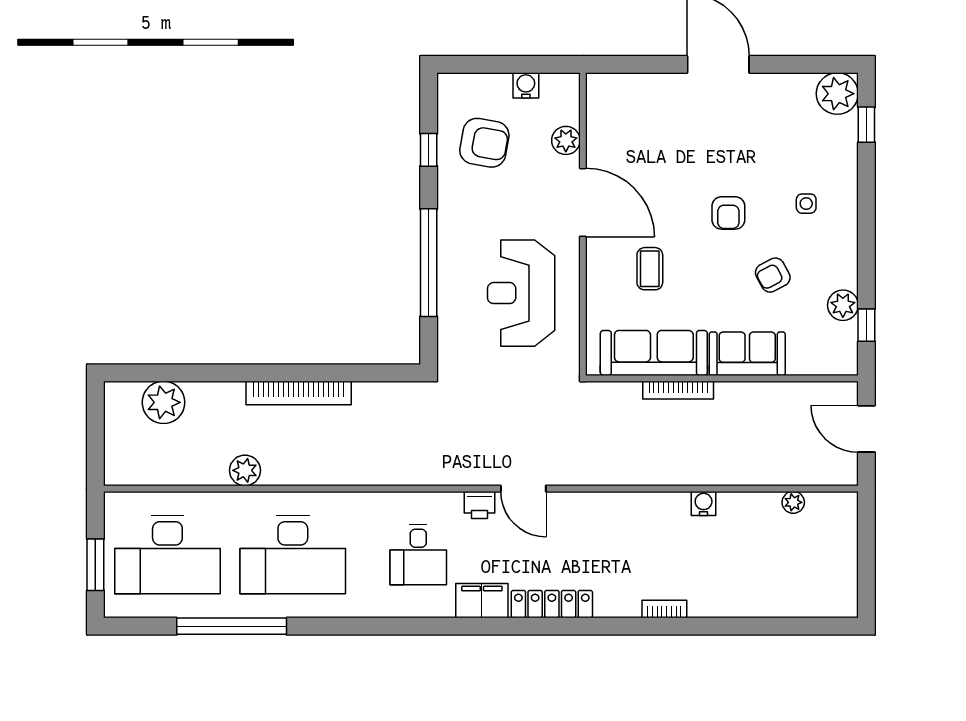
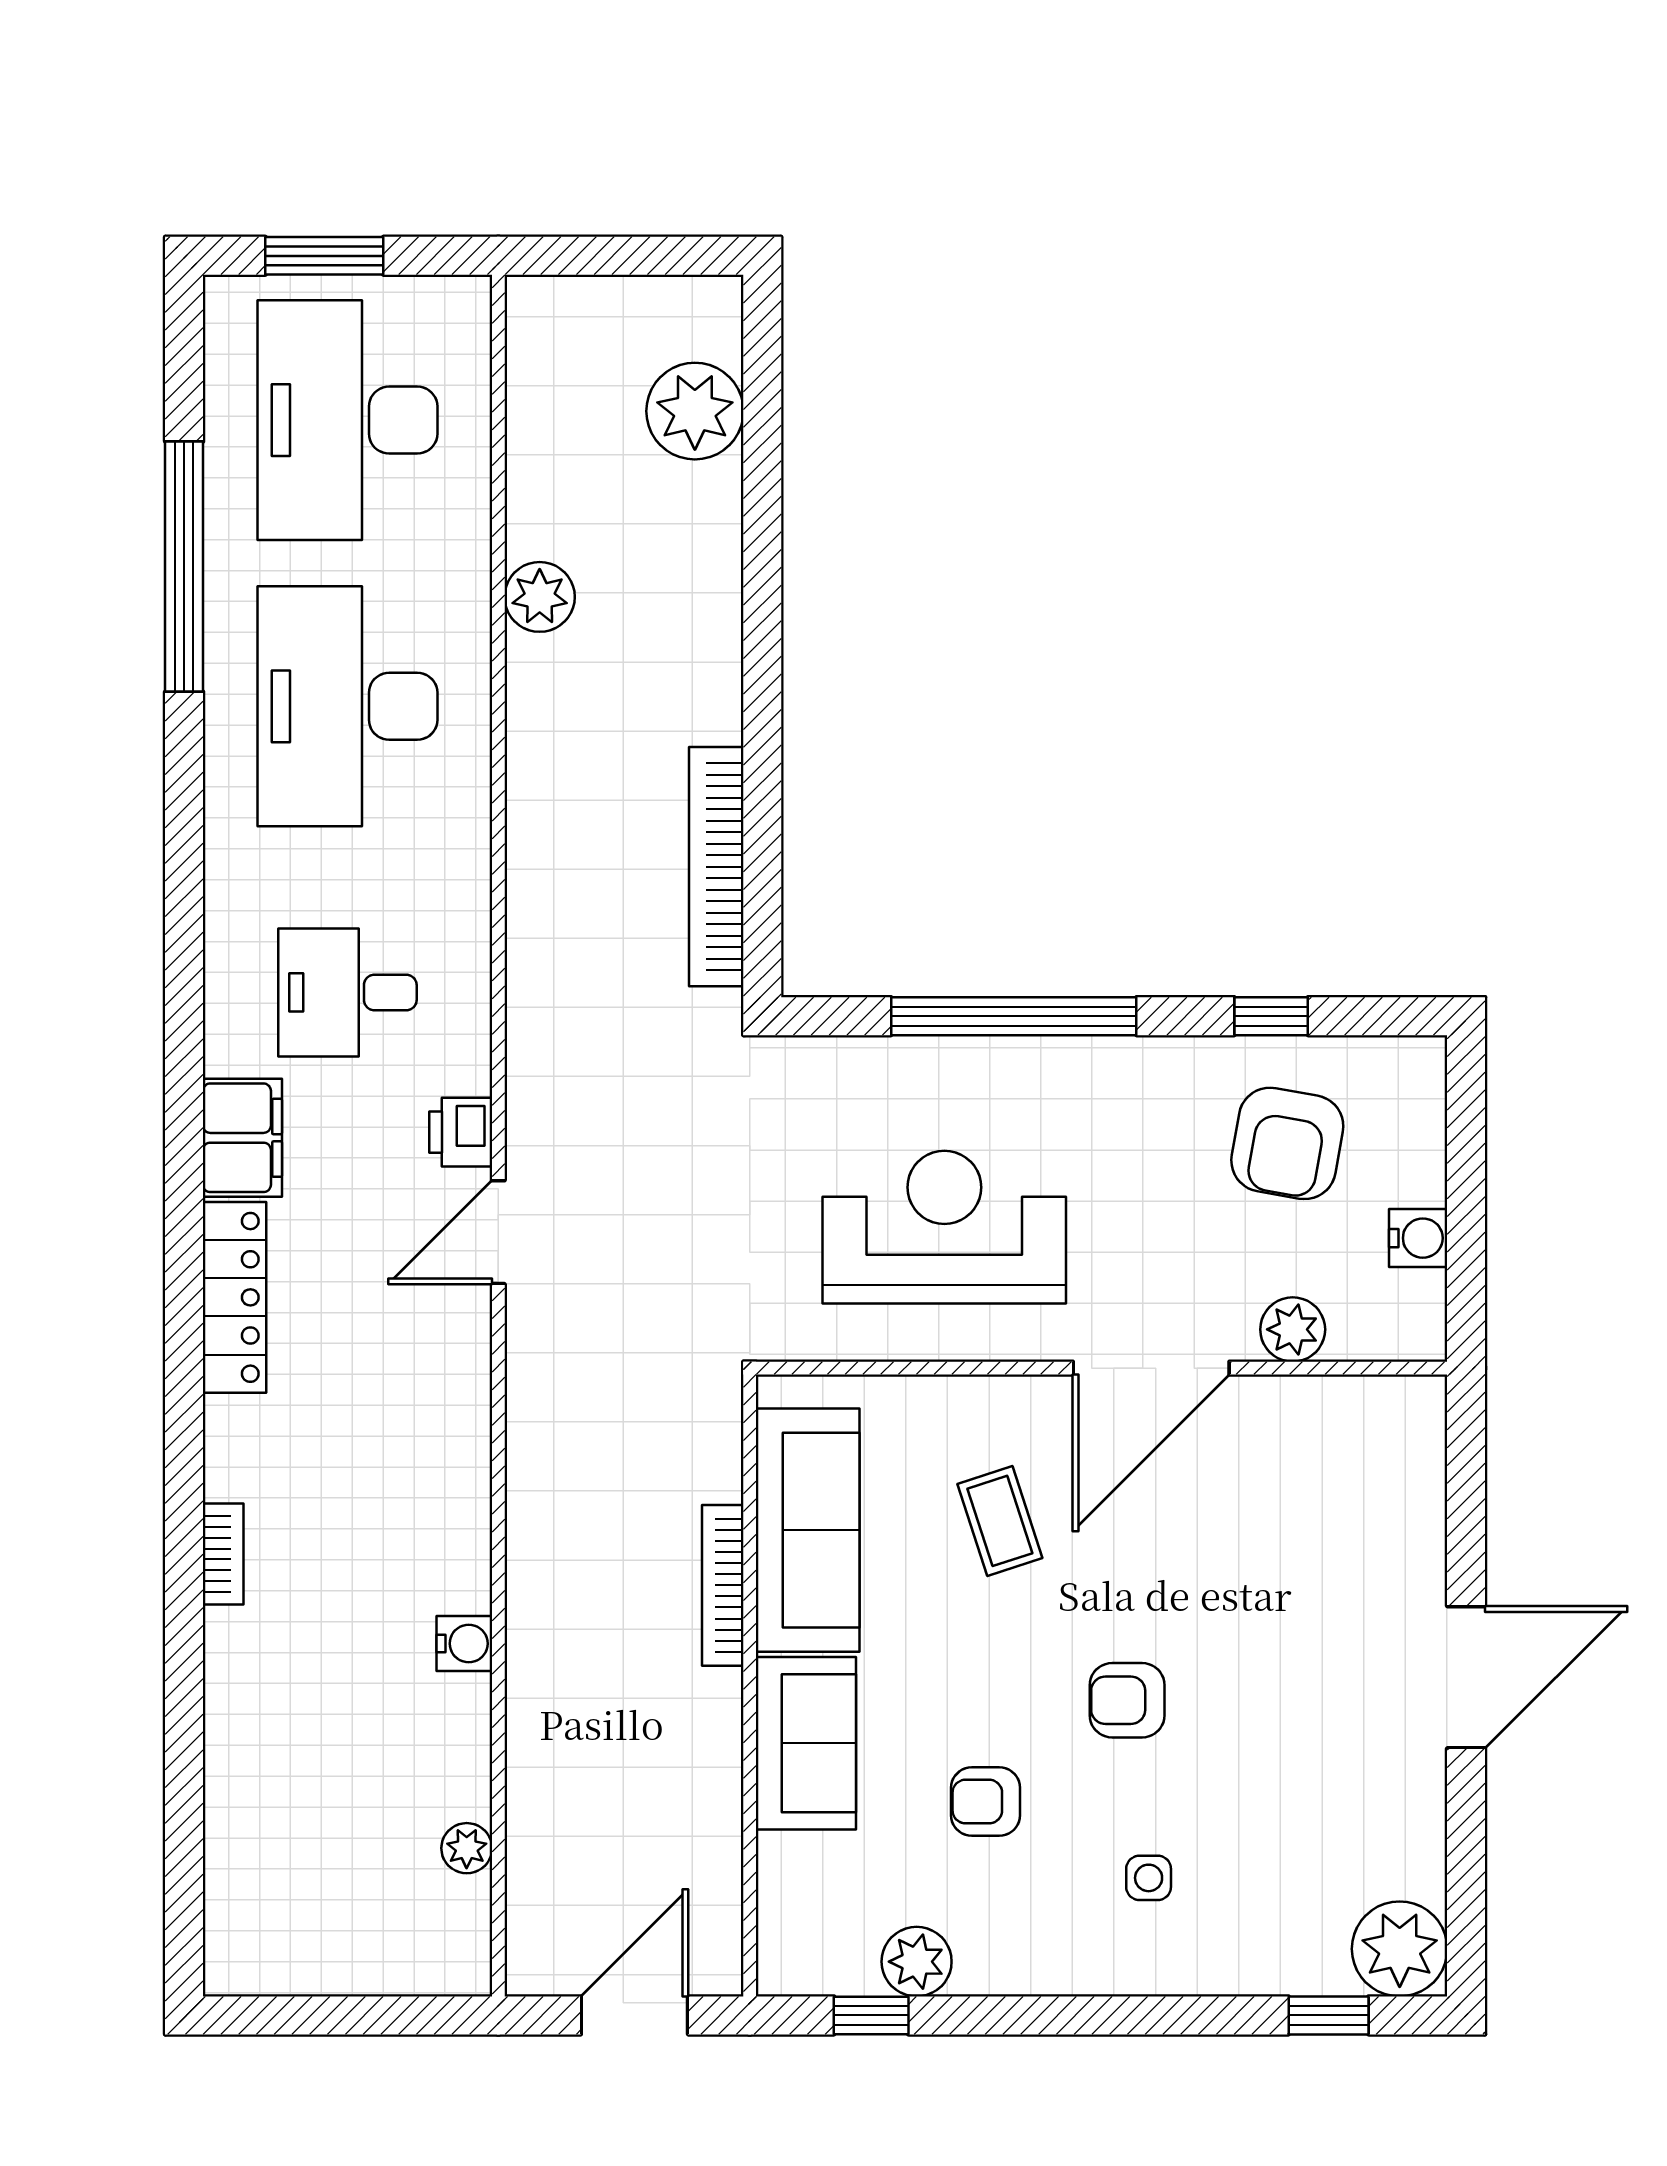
coffee table: (650, 269) -> (1000, 1521), turned 72
armchair: (773, 275) -> (986, 1802), turned -62
bookcase: (299, 393) -> (716, 867), moved

